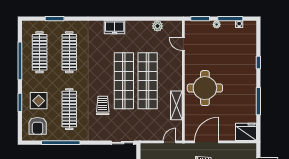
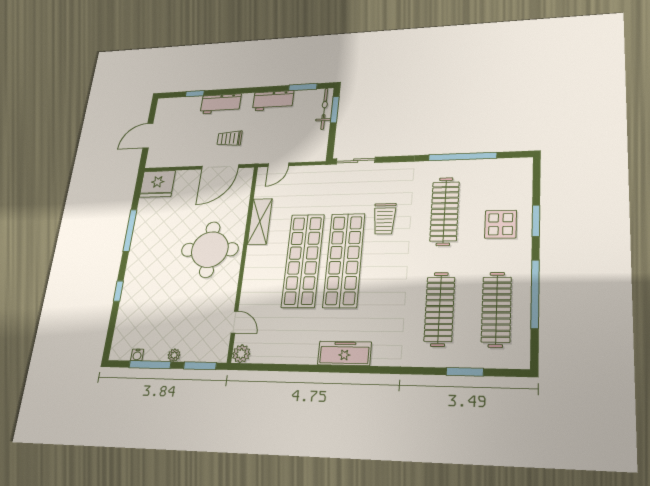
plant: (157, 26) -> (241, 354), moved
freezer: (115, 27) -> (345, 353), width x1.40
armchair: (38, 126) -> (504, 182), removed

